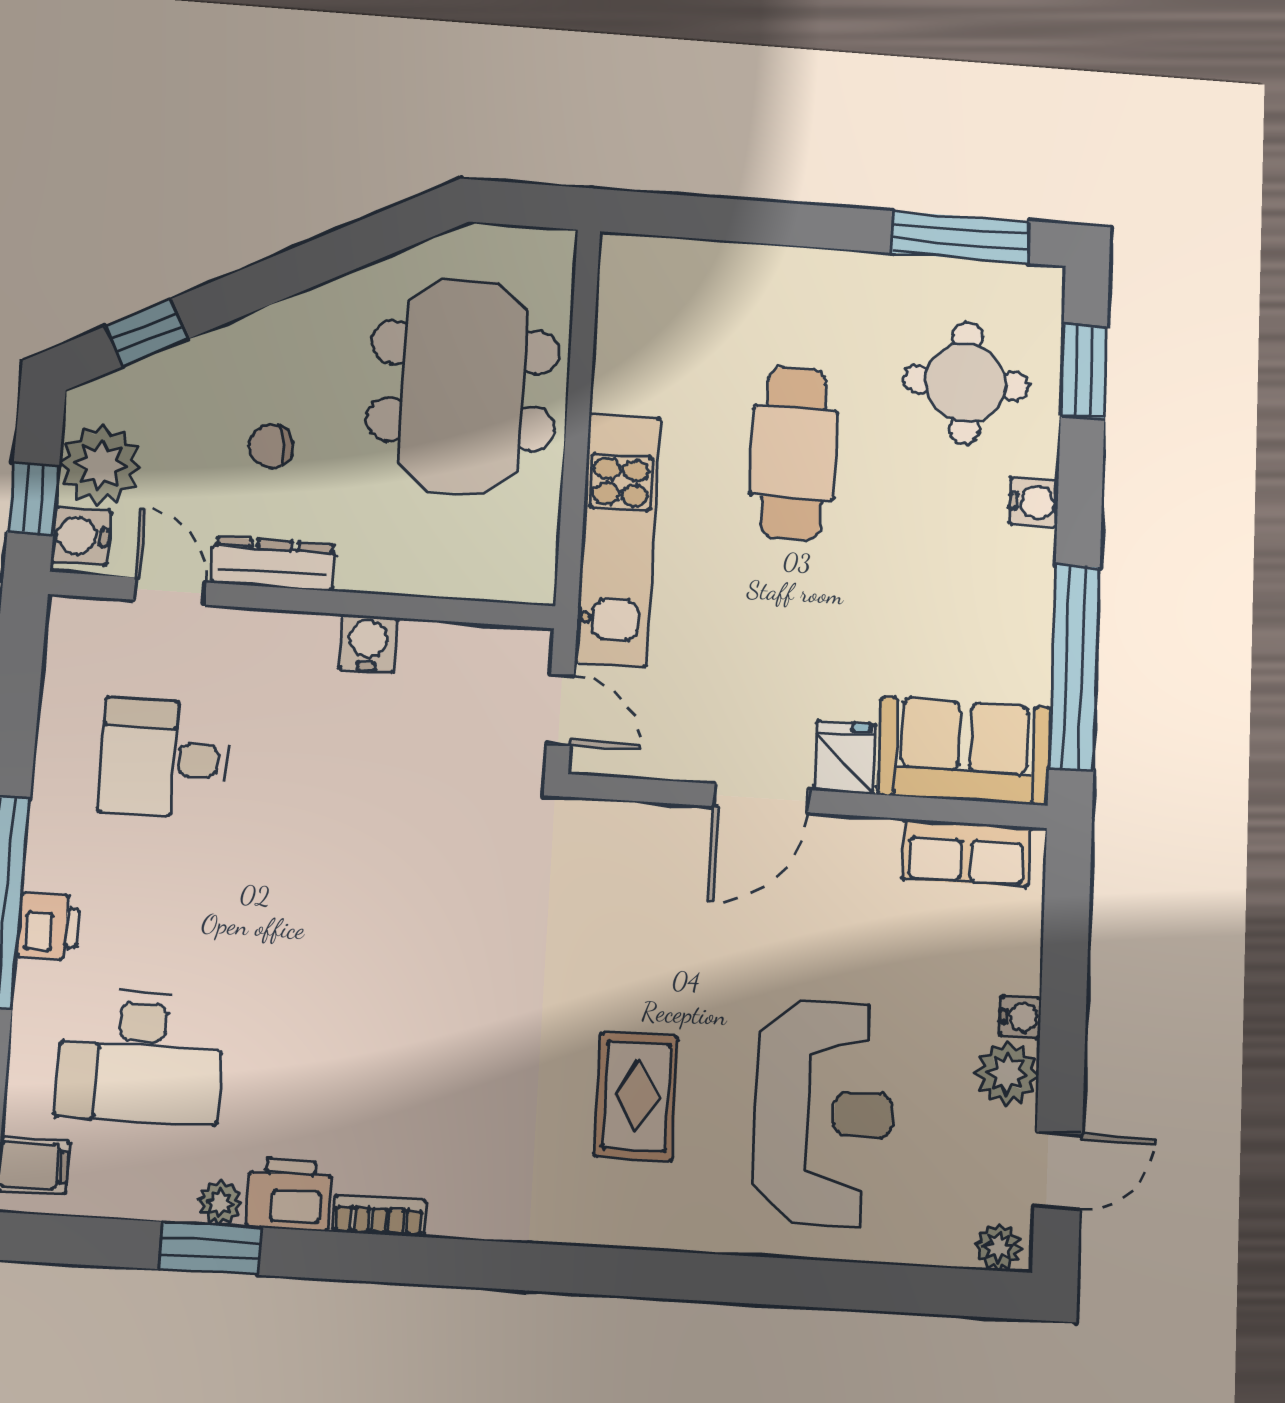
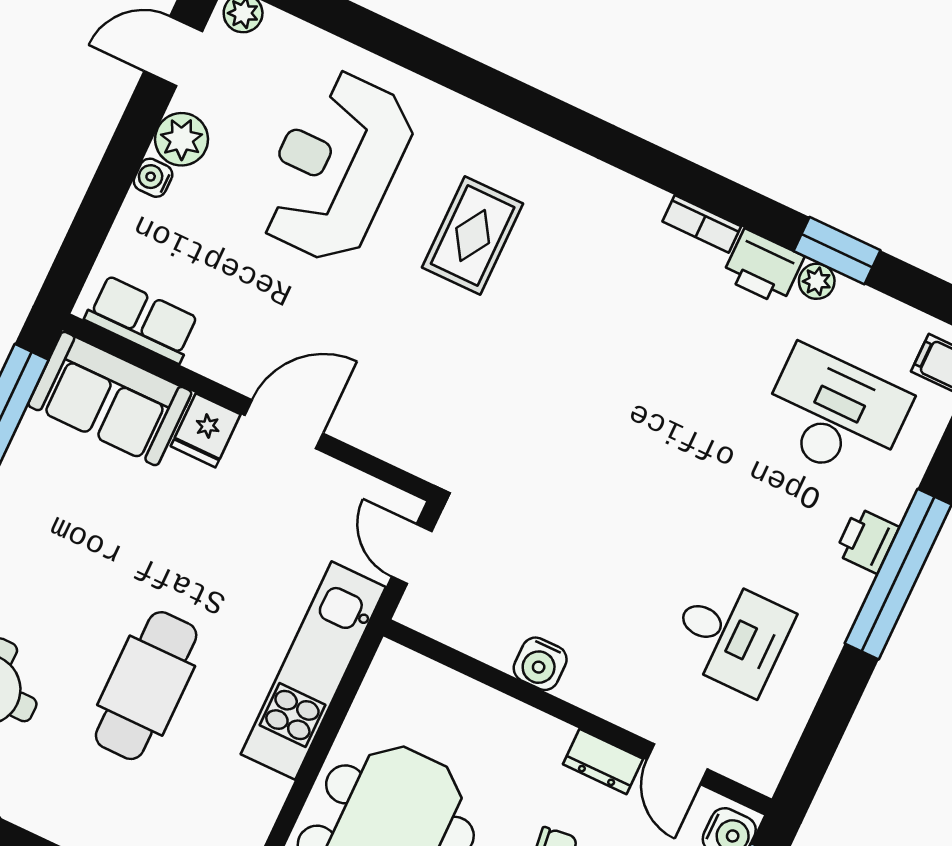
dresser: (273, 564) -> (603, 761), width x0.70

